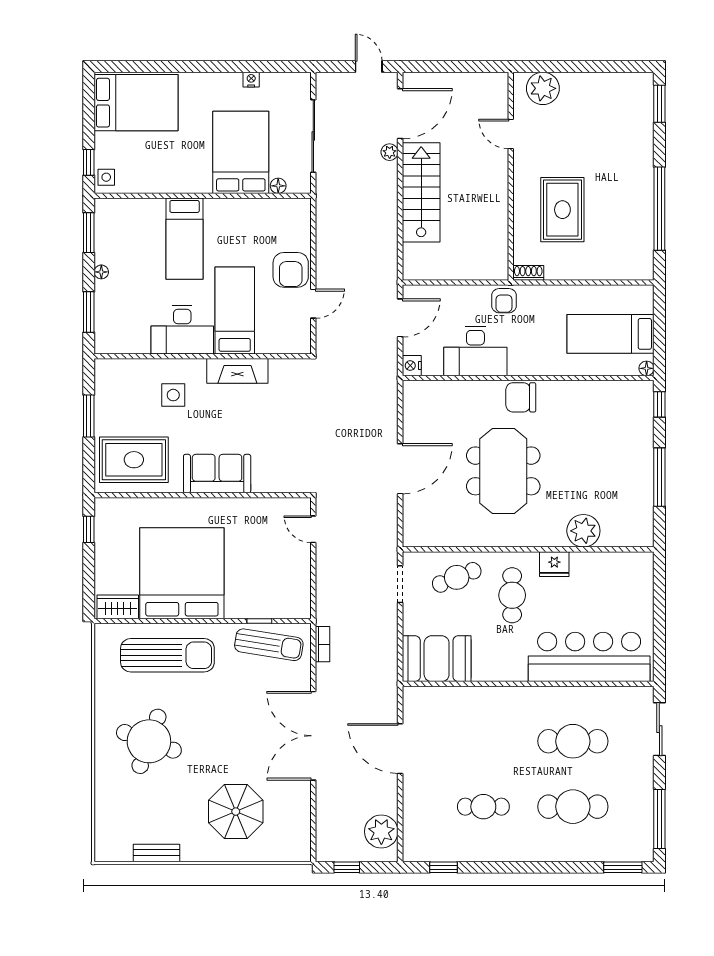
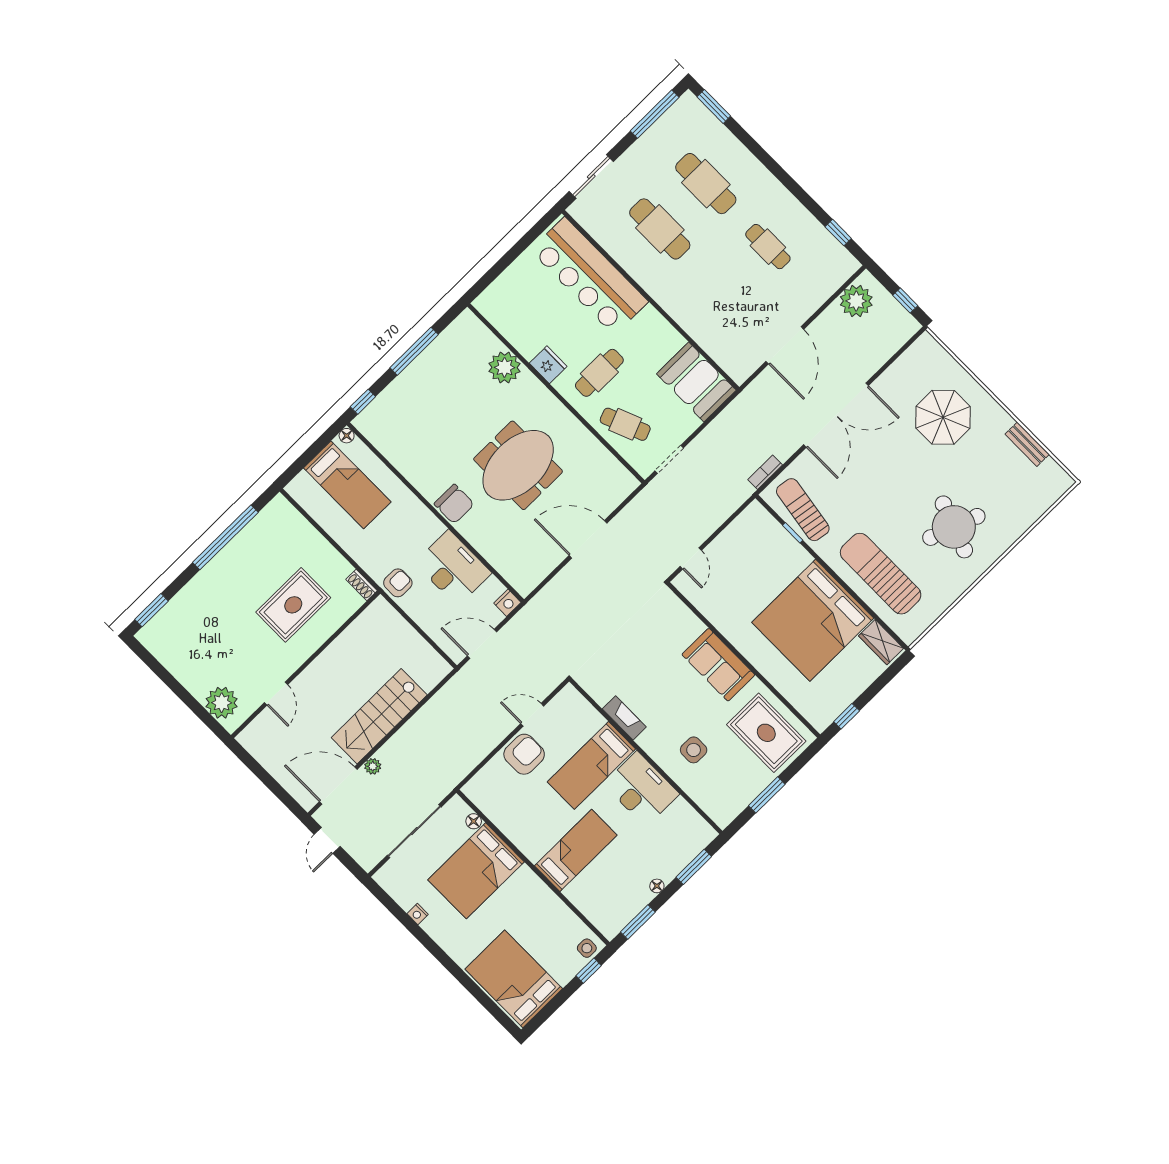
fireplace: (237, 371) -> (624, 718), width x0.73, depth x0.76

